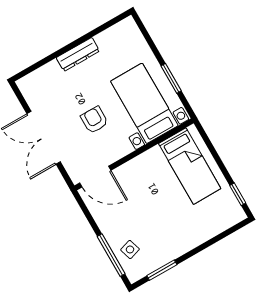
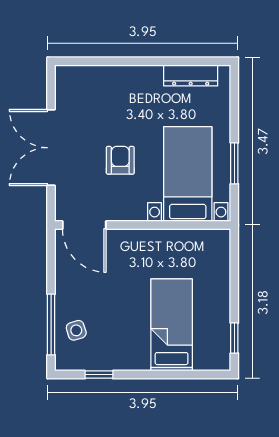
dresser: (78, 54) -> (191, 75), moved
bed: (190, 166) -> (172, 325), moved, turned 180
window: (162, 270) -> (99, 375), width x0.67

